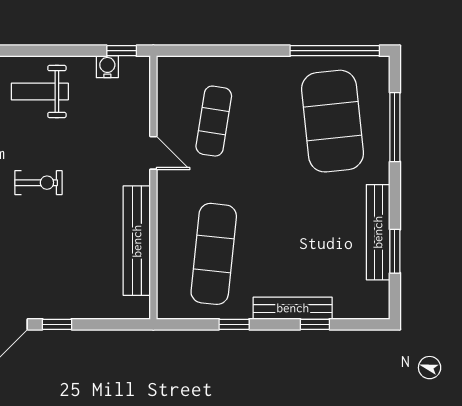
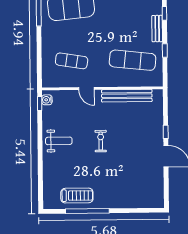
water cooler: (107, 67) -> (47, 100), moved
weight bench: (40, 92) -> (59, 141), turned -90
door: (153, 153) -> (86, 88), swing flipped
bench: (293, 308) -> (157, 29), width x0.73

